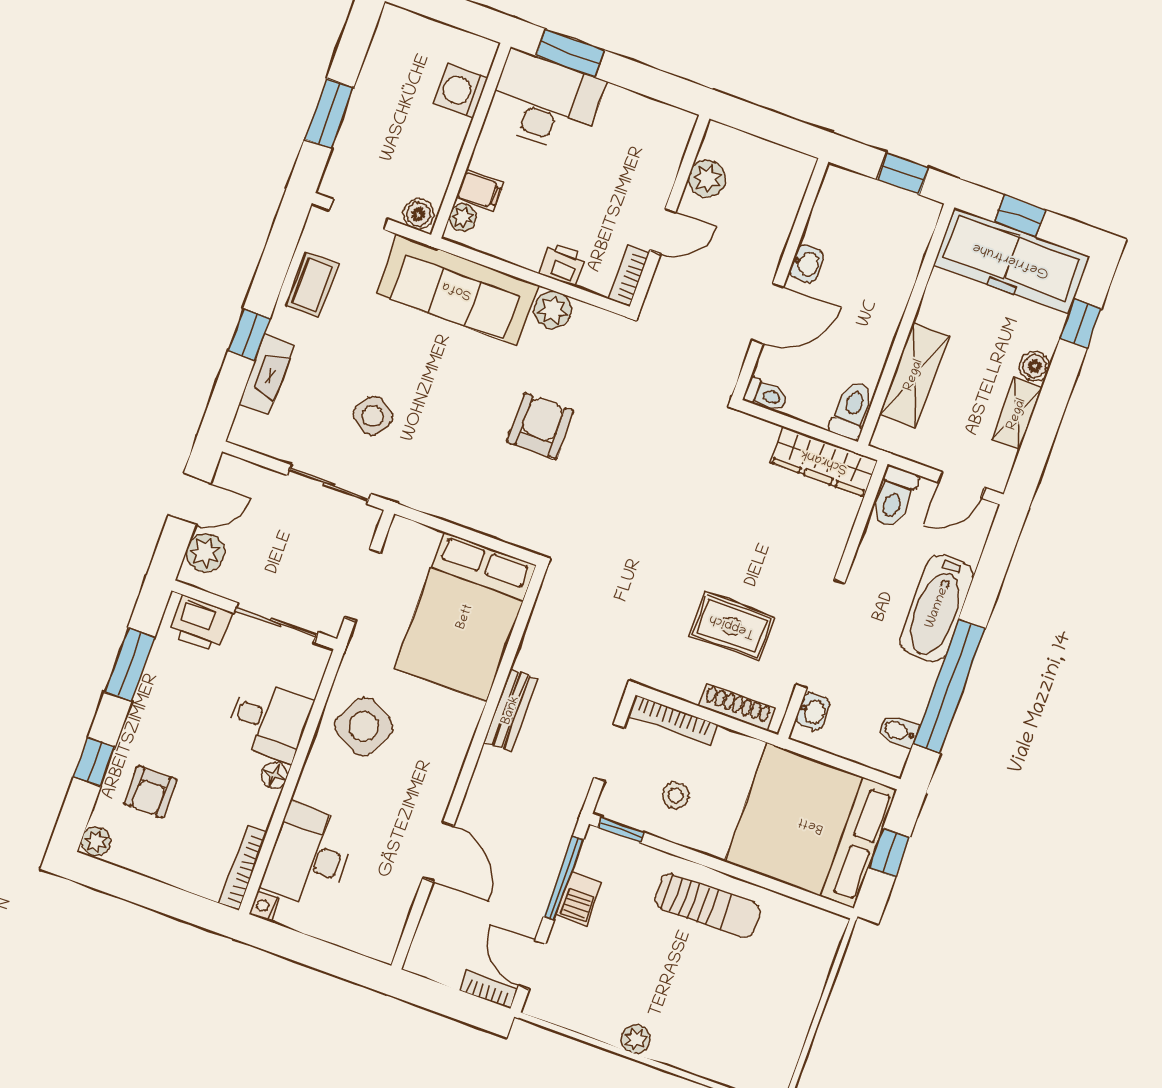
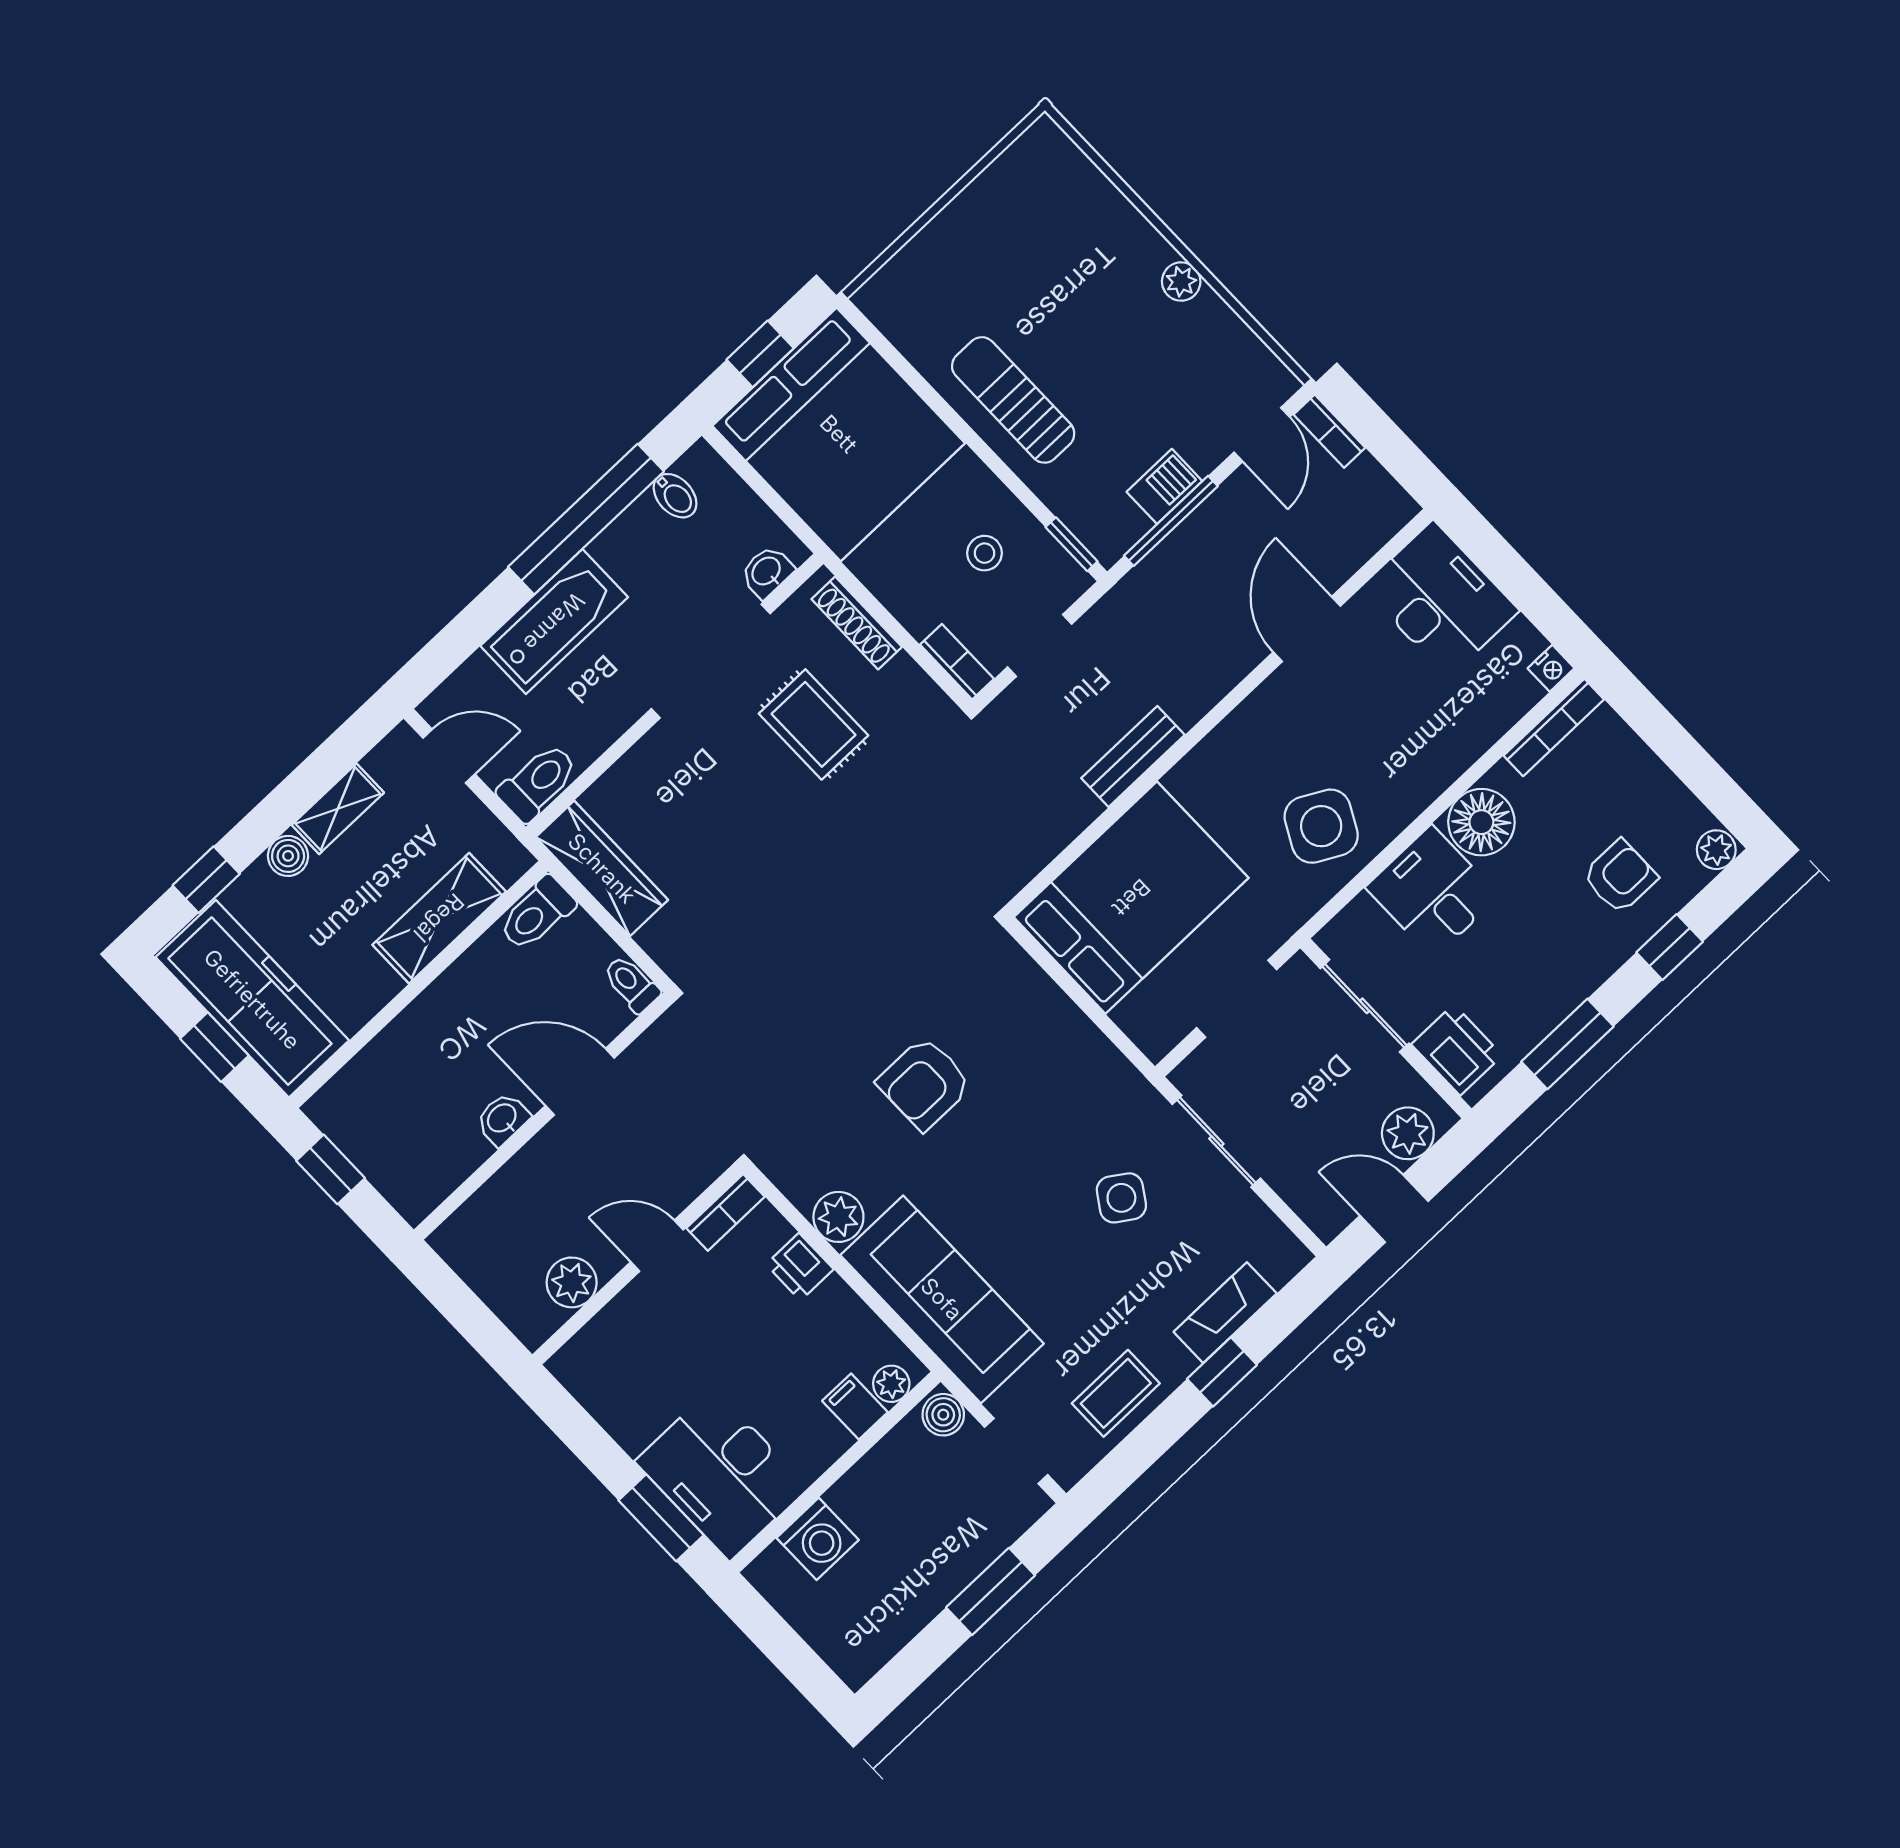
bookcase: (673, 720) -> (957, 662), width x0.64
floor lamp: (274, 775) -> (1481, 822), width x1.89, depth x1.89
desk: (309, 857) -> (1441, 599), moved, turned -90

